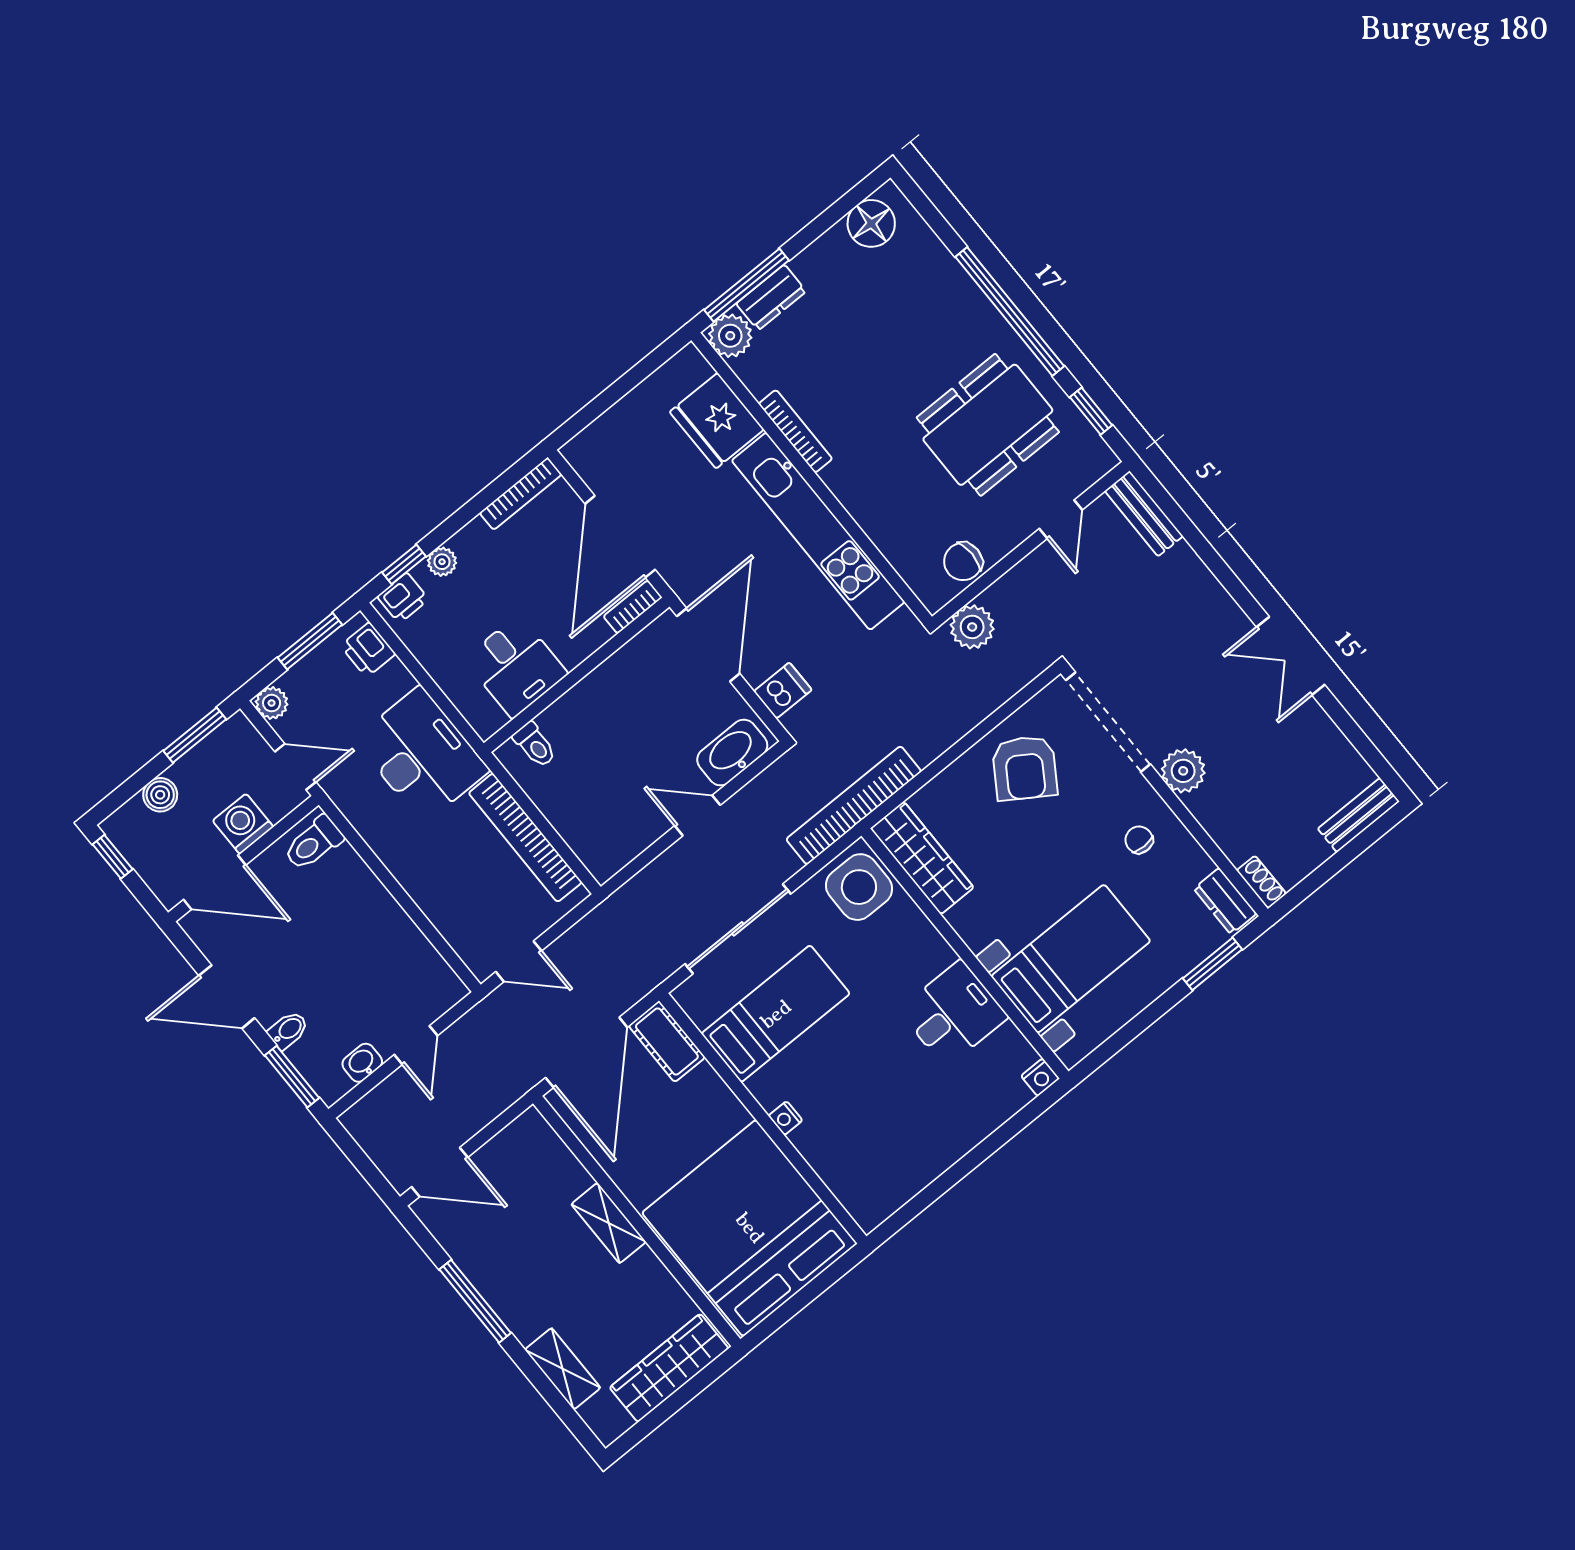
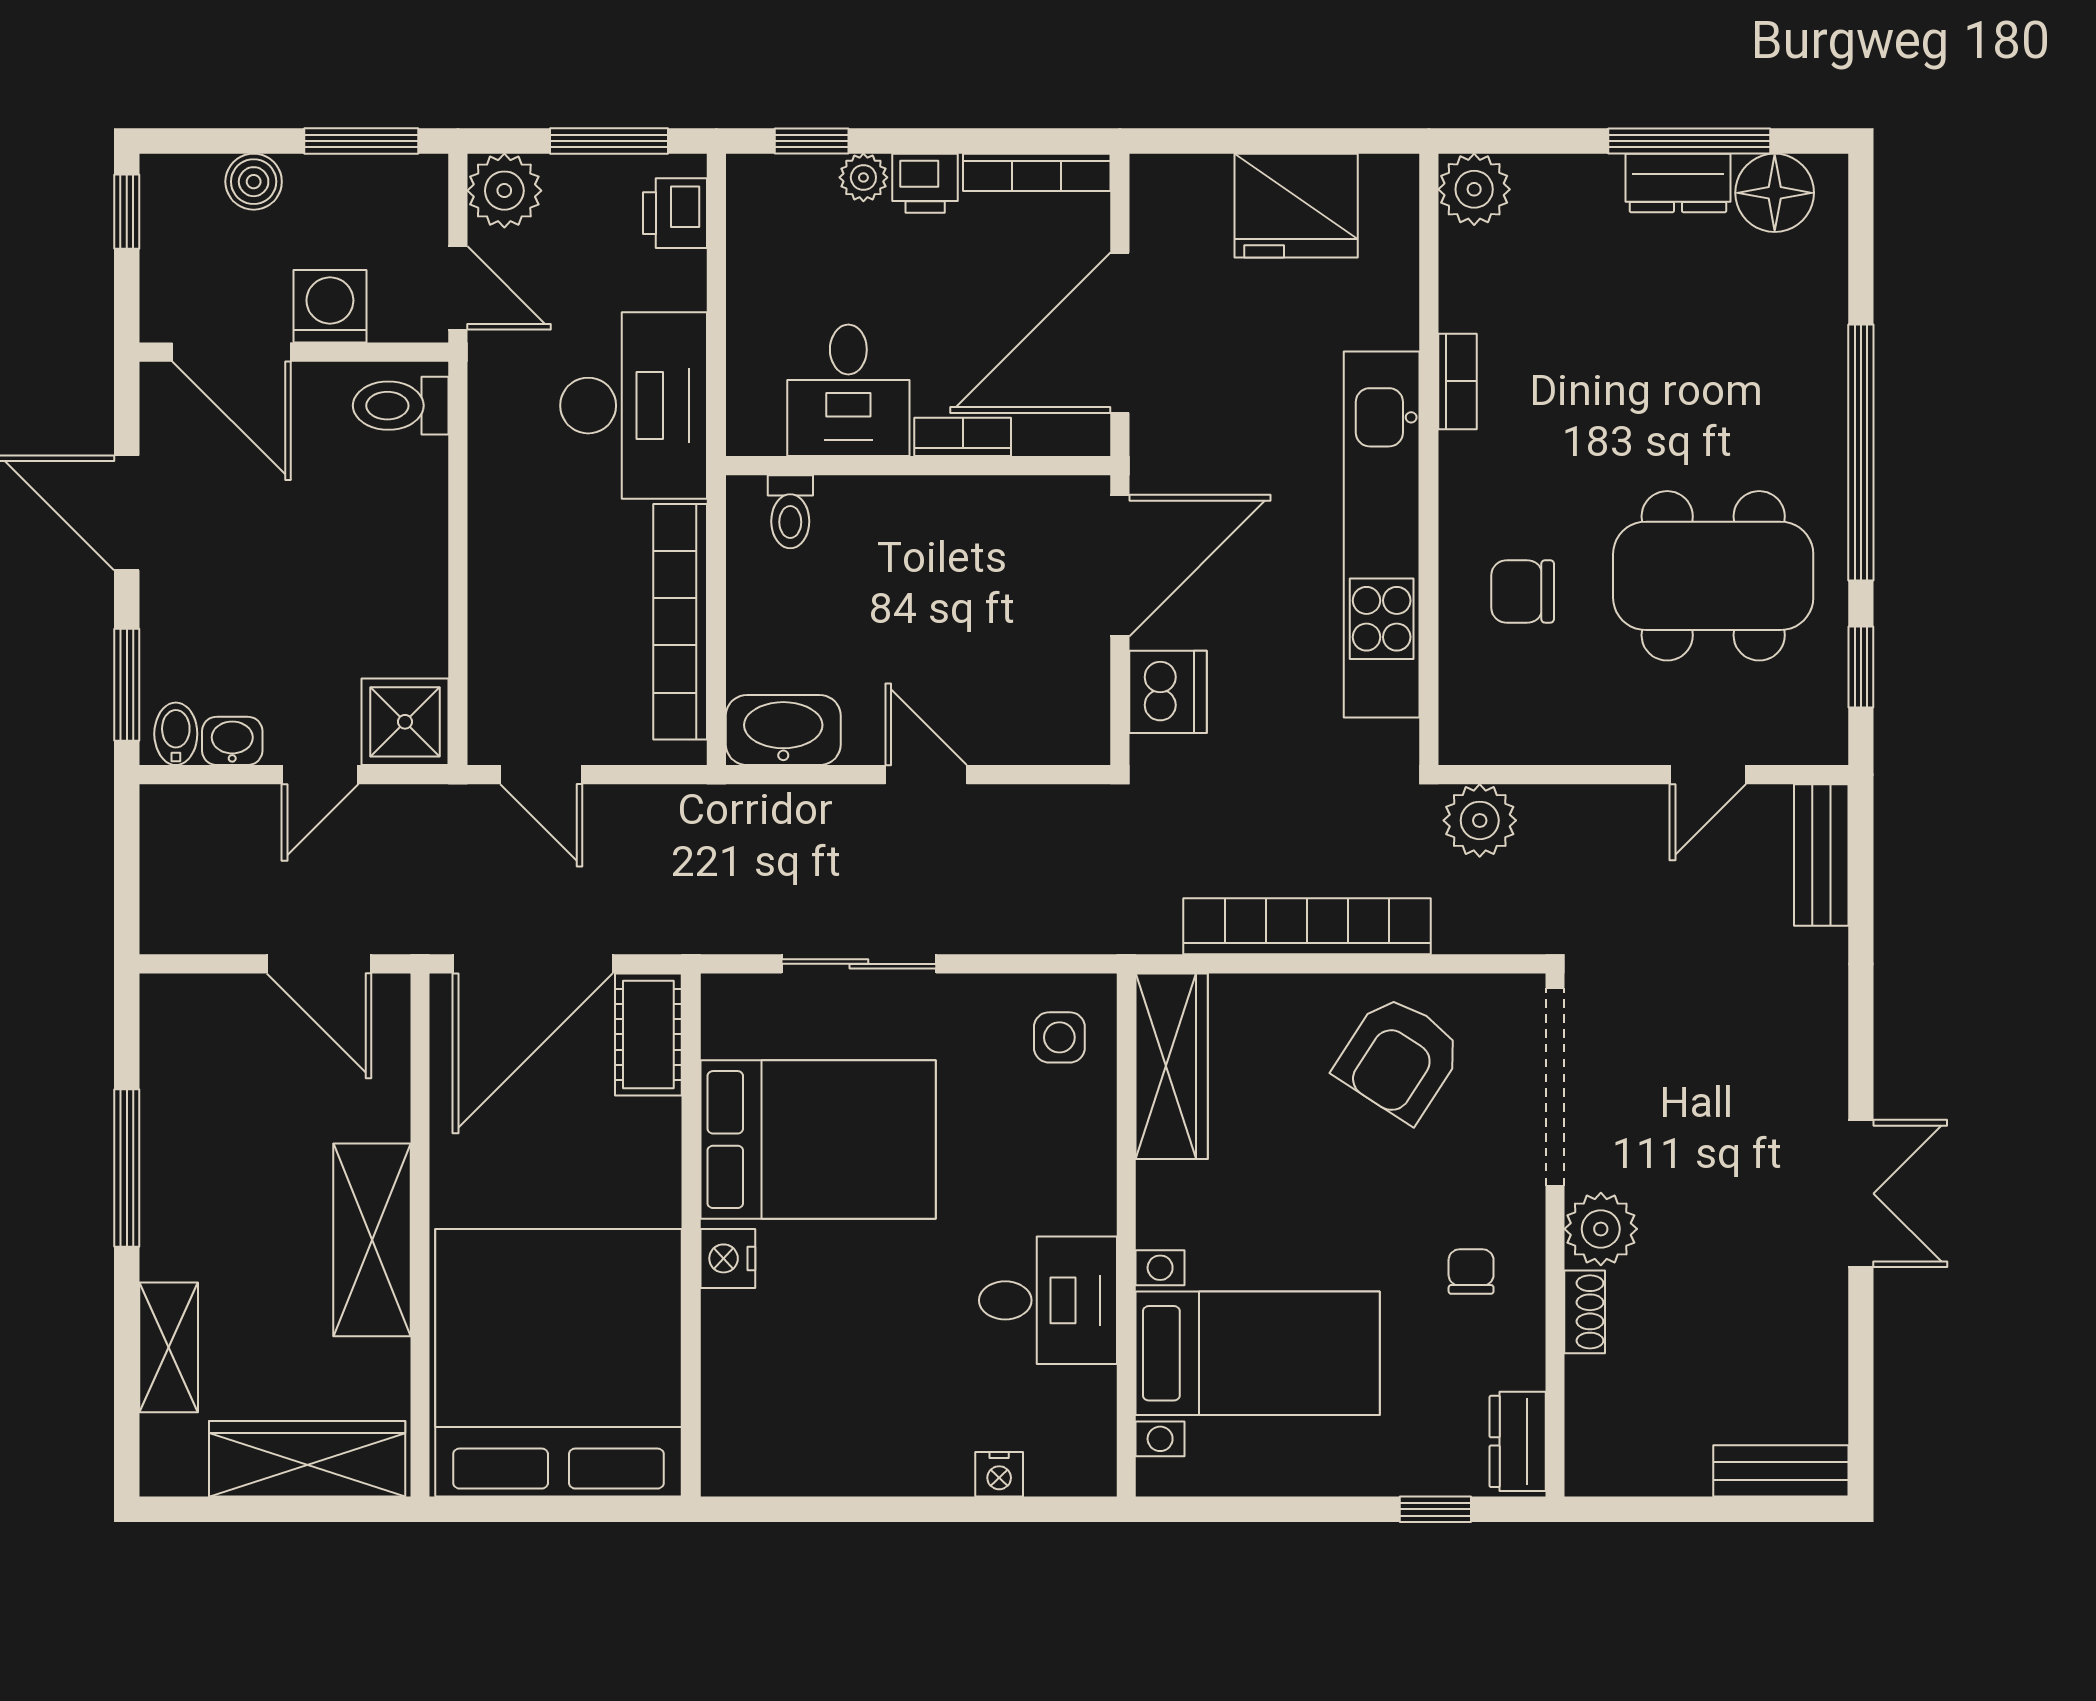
window: (746, 285) -> (1689, 141), moved
dresser: (771, 298) -> (1678, 183), moved
fridge: (717, 421) -> (1296, 206), moved, turned -90
bookcase: (795, 431) -> (1458, 381), width x0.64
chair: (963, 562) -> (1523, 591), moved
printer: (403, 598) -> (925, 183), moved
bookcase: (633, 607) -> (963, 437), moved
double door: (1291, 656) -> (1861, 1194), swing flipped
dishwasher: (783, 691) -> (1168, 692), width x1.38
plant: (272, 703) -> (504, 191), width x1.38, depth x1.38
washbasin: (732, 753) -> (783, 730), moved
bookcase: (854, 805) -> (1307, 926), moved
shoe rack: (1261, 882) -> (1585, 1312), moved
side table: (859, 887) -> (1059, 1037), width x0.54, depth x0.54
sliding door: (738, 929) -> (859, 964), width x0.73
window: (1213, 964) -> (1435, 1509), width x0.67
shower: (435, 988) -> (405, 722), added
bed: (776, 1014) -> (818, 1140), width x1.50
bidet: (288, 1030) -> (176, 734), moved, turned -90
nightstand: (1040, 1077) -> (999, 1474), moved
nightstand: (785, 1118) -> (728, 1258), width x1.39, depth x1.35
door: (440, 1172) -> (319, 964), moved
shelving: (609, 1223) -> (372, 1240), width x1.50, depth x1.33

